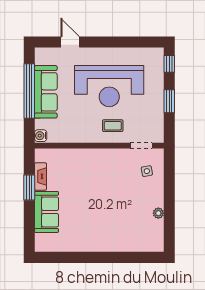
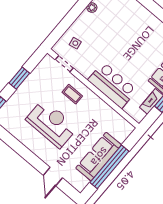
reception desk: (109, 86) -> (52, 124), width x0.74, depth x0.77
water cooler: (41, 136) -> (128, 129), removed
bar counter: (85, 162) -> (112, 85), added

